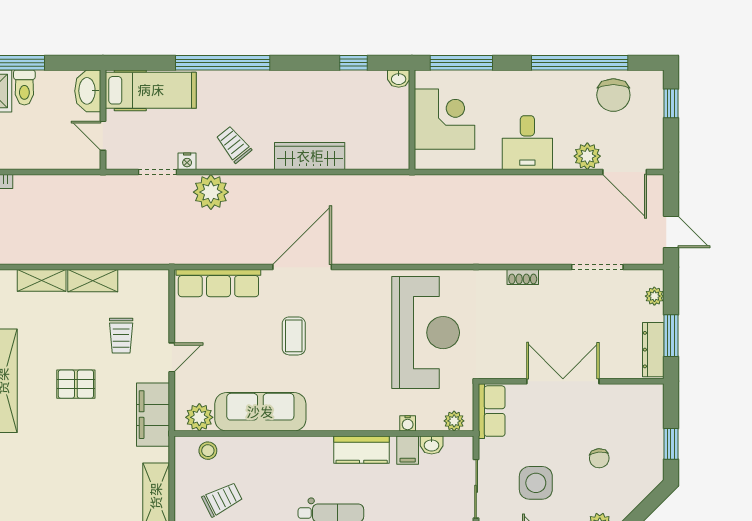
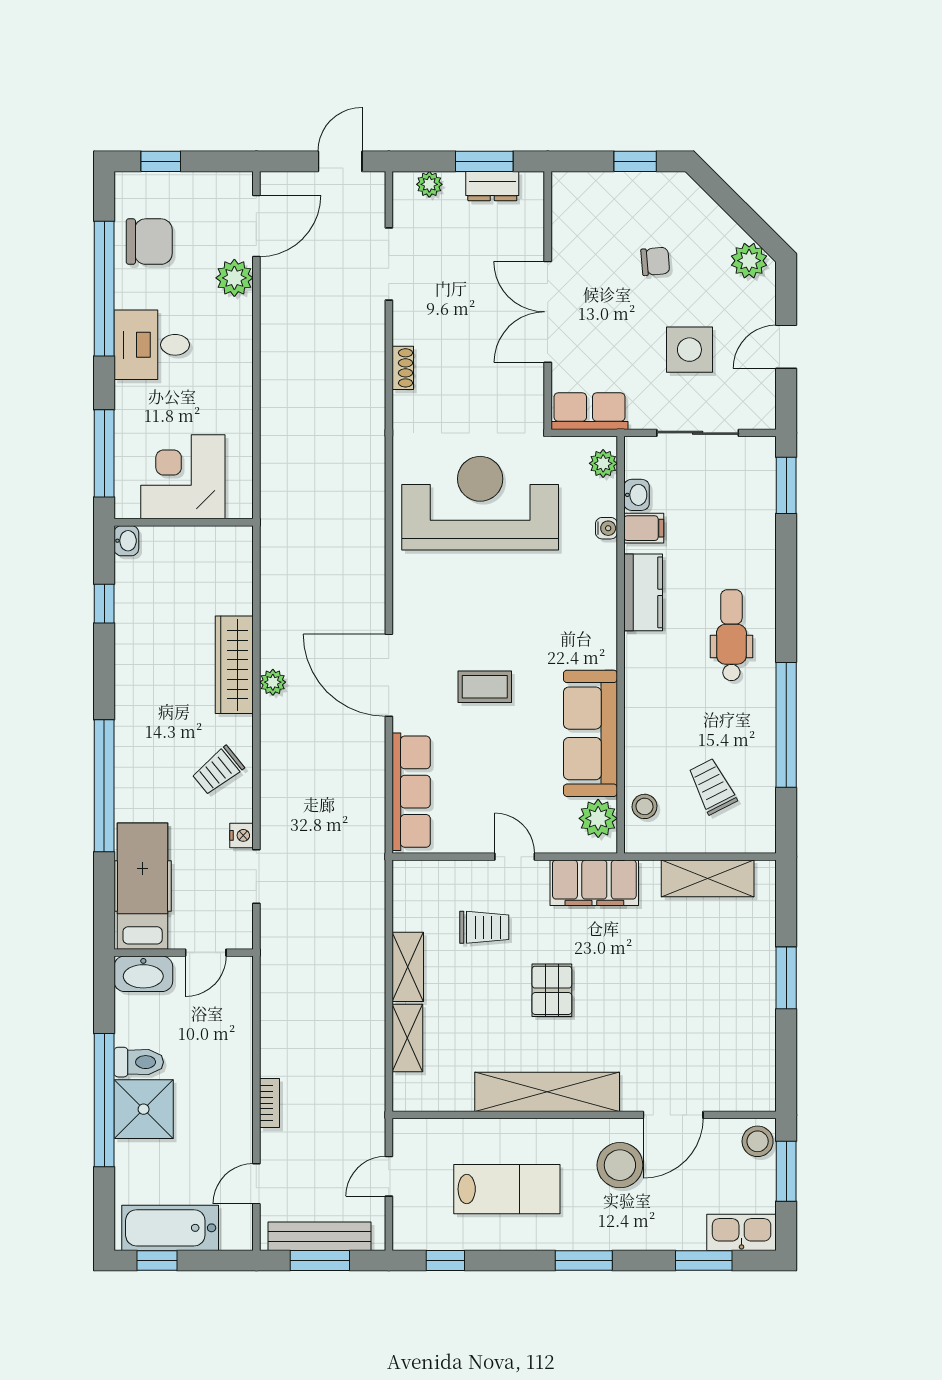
desk: (527, 143) -> (152, 345), moved, turned 180
plant: (211, 192) -> (273, 682), moved, width x0.53, depth x0.53
dresser: (653, 350) -> (492, 186), width x0.70

